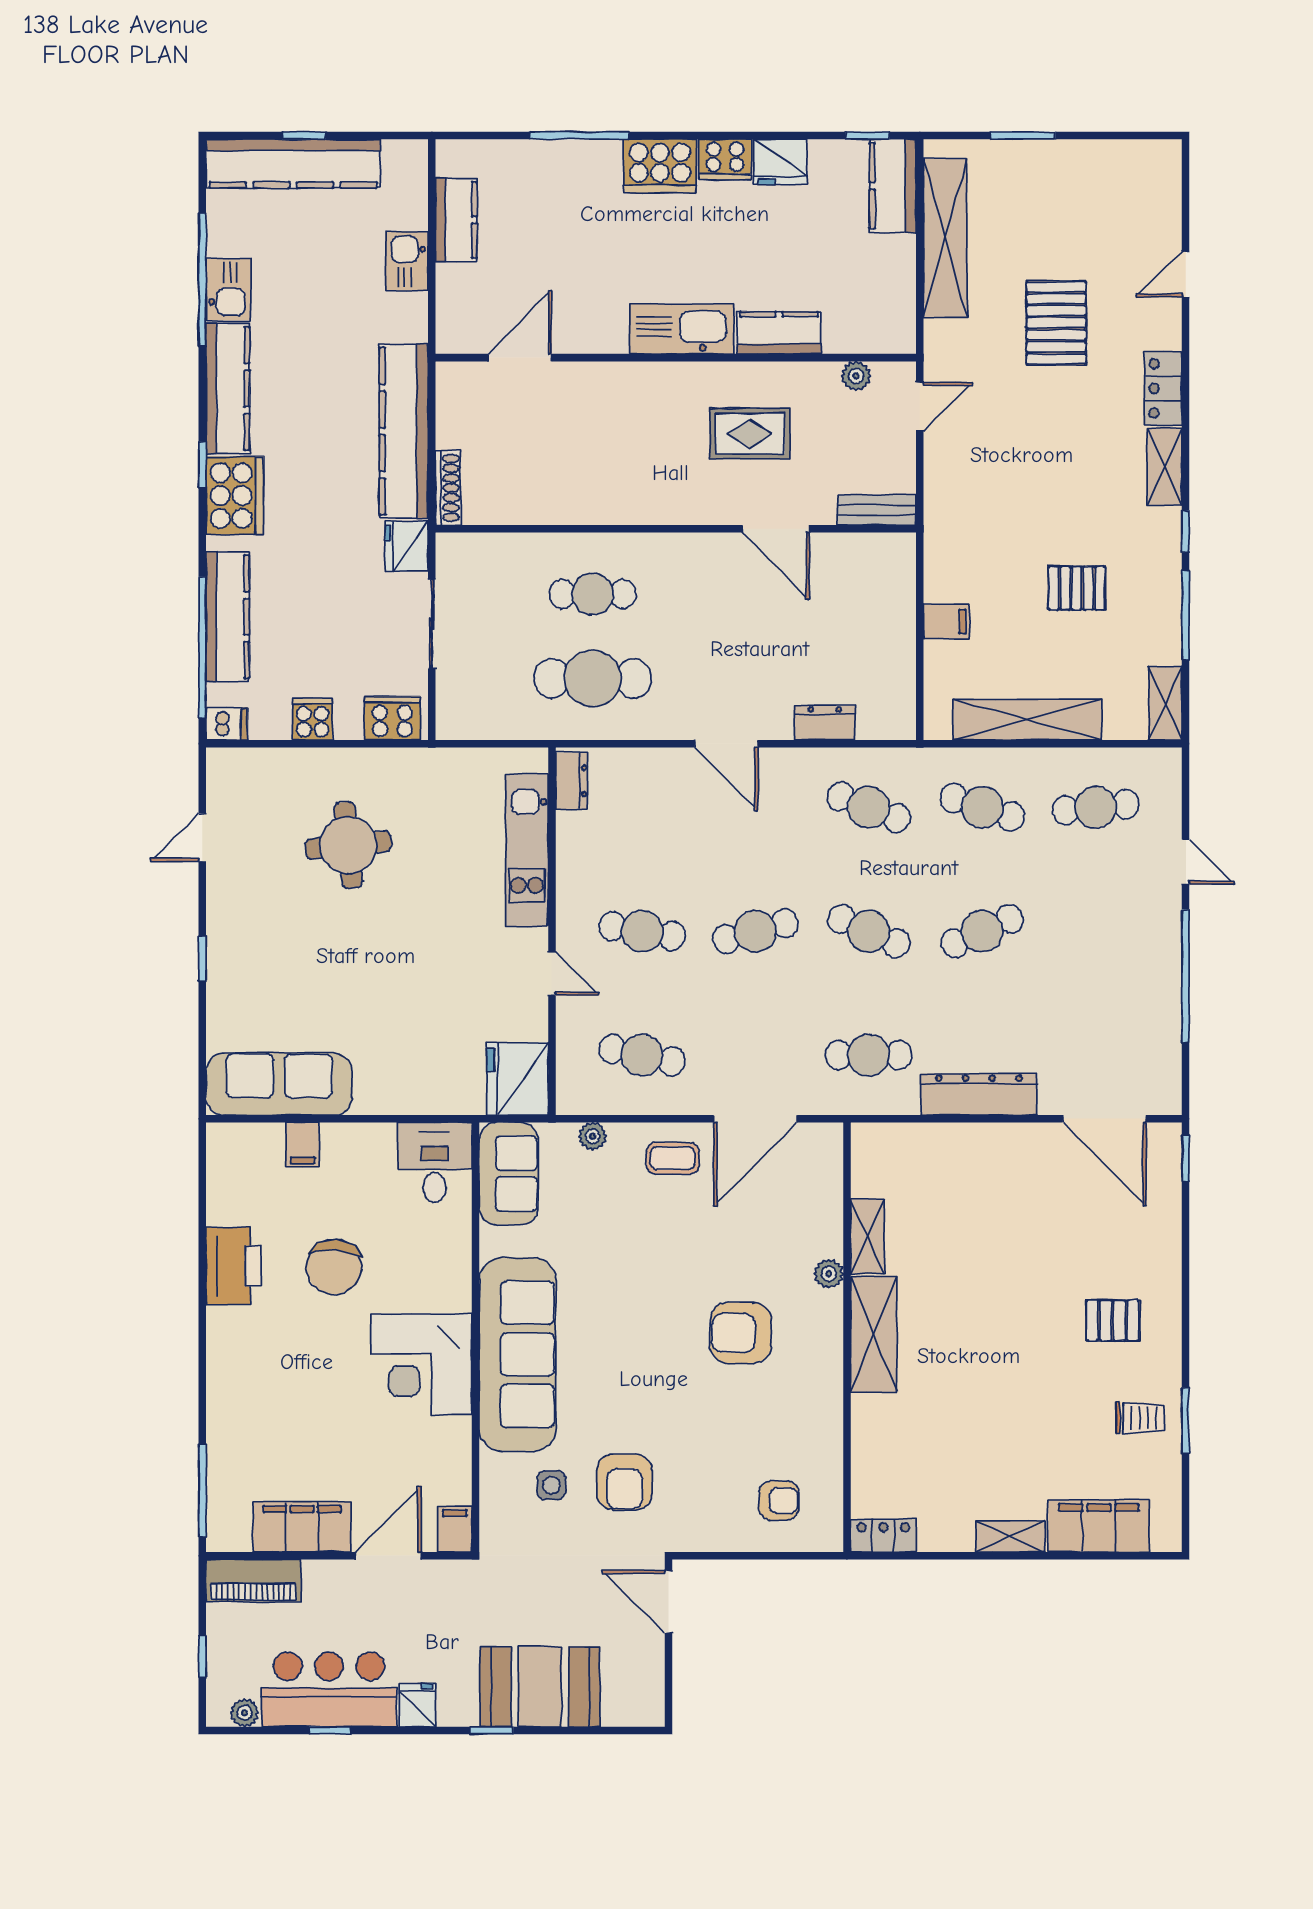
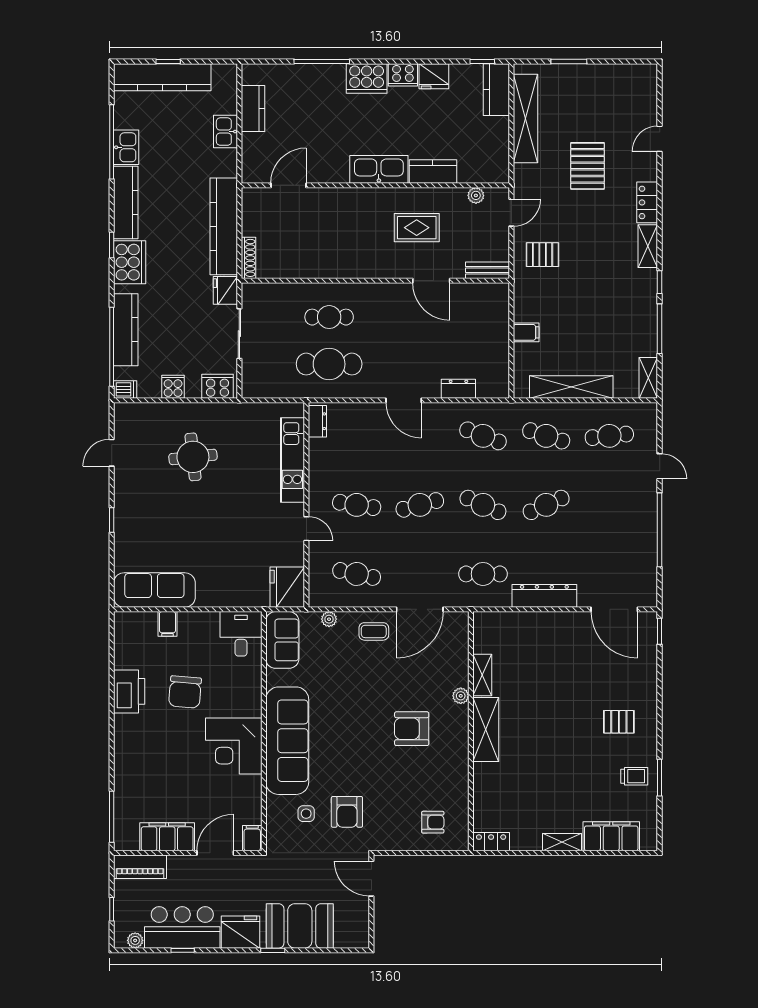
pallet: (1077, 588) -> (543, 255), moved
fridge: (417, 1705) -> (240, 932), width x1.88, depth x1.34

